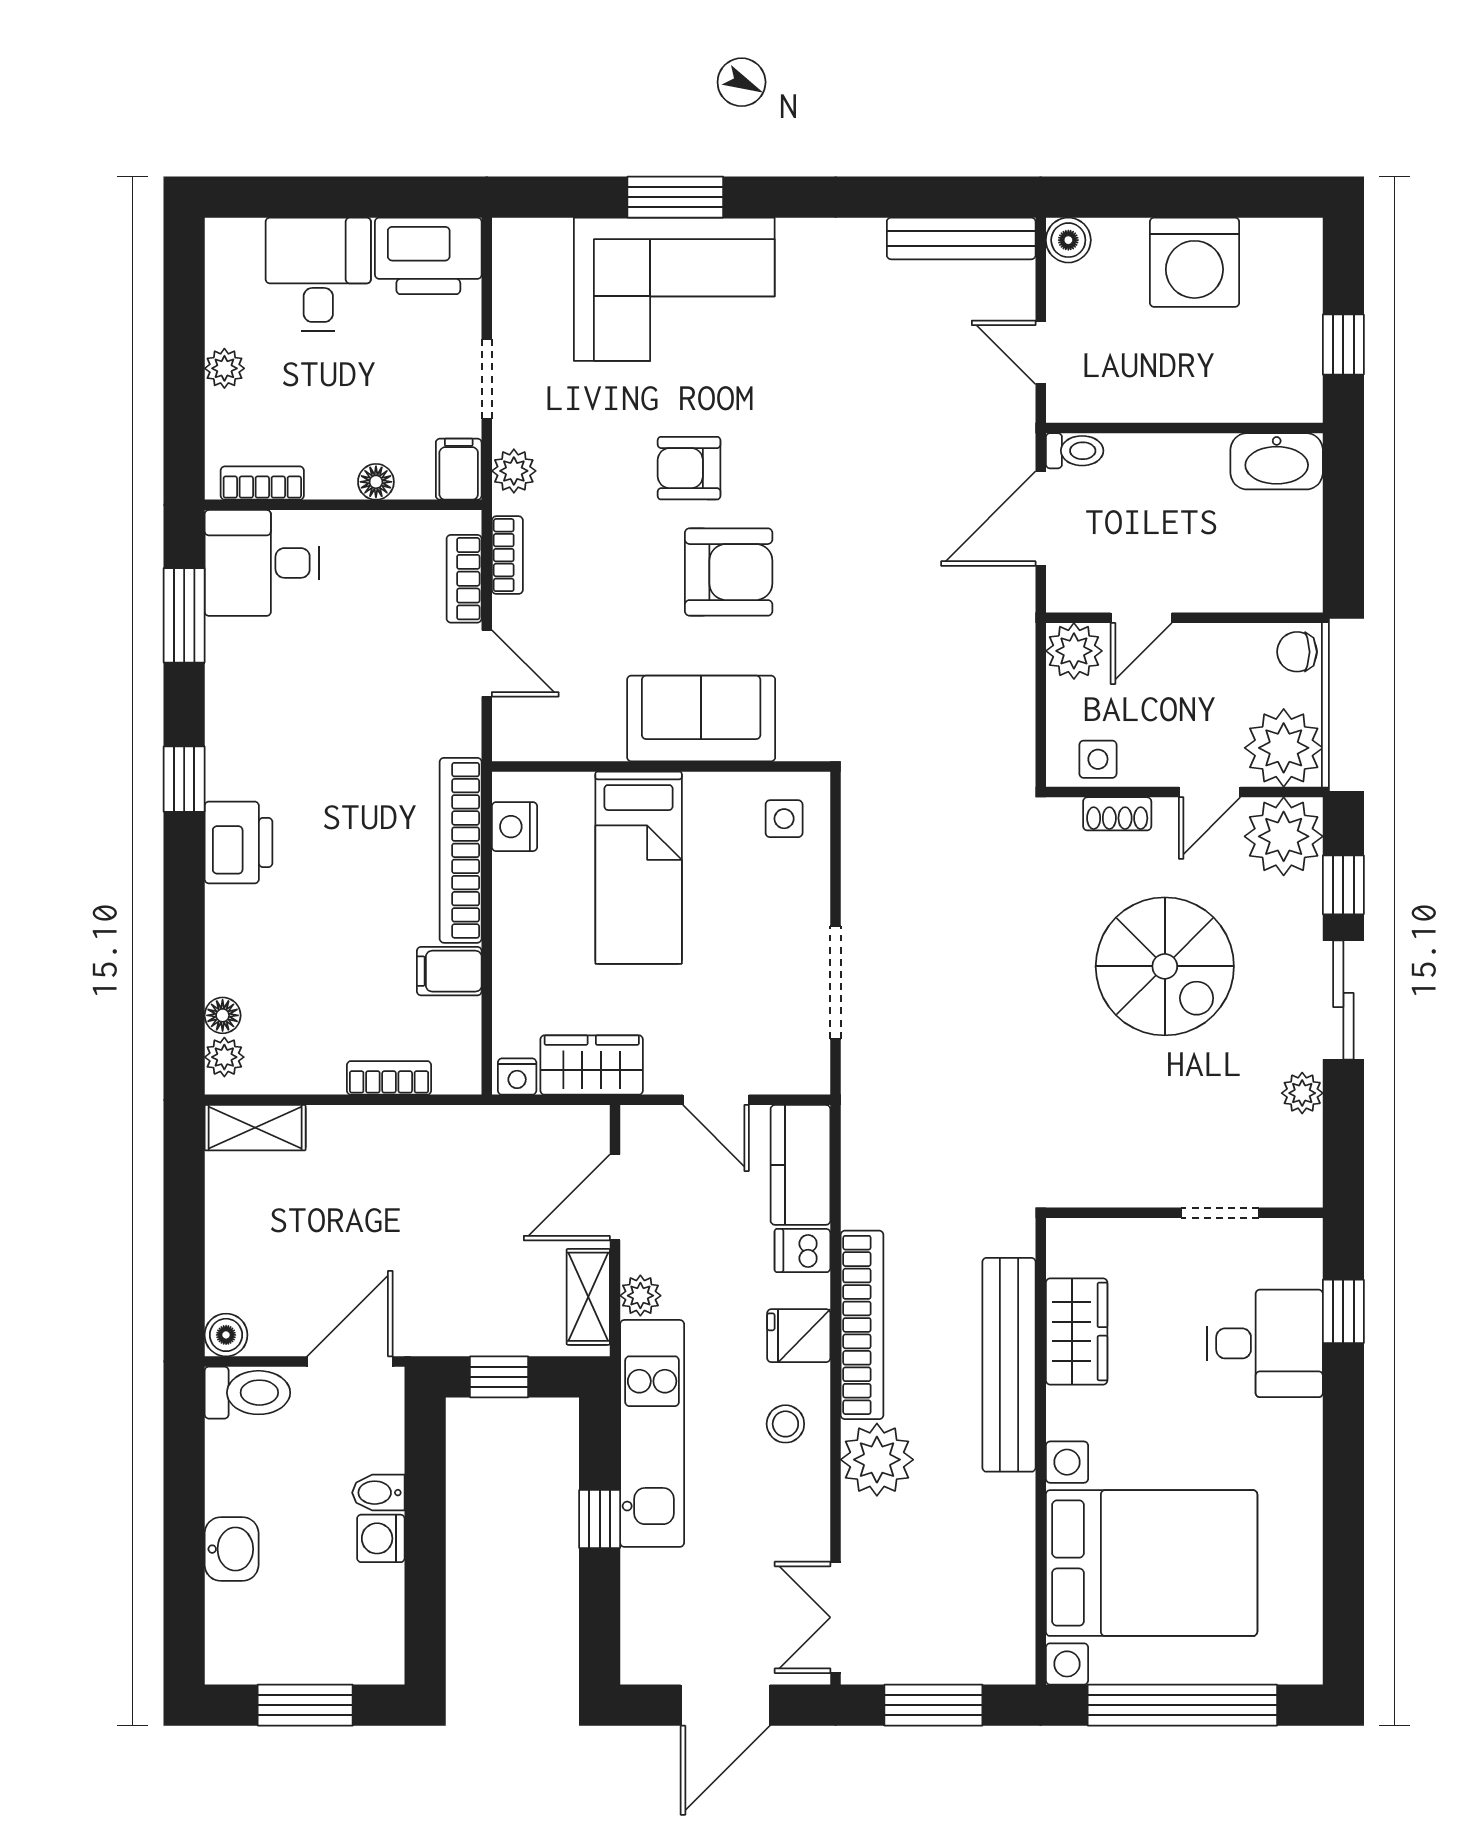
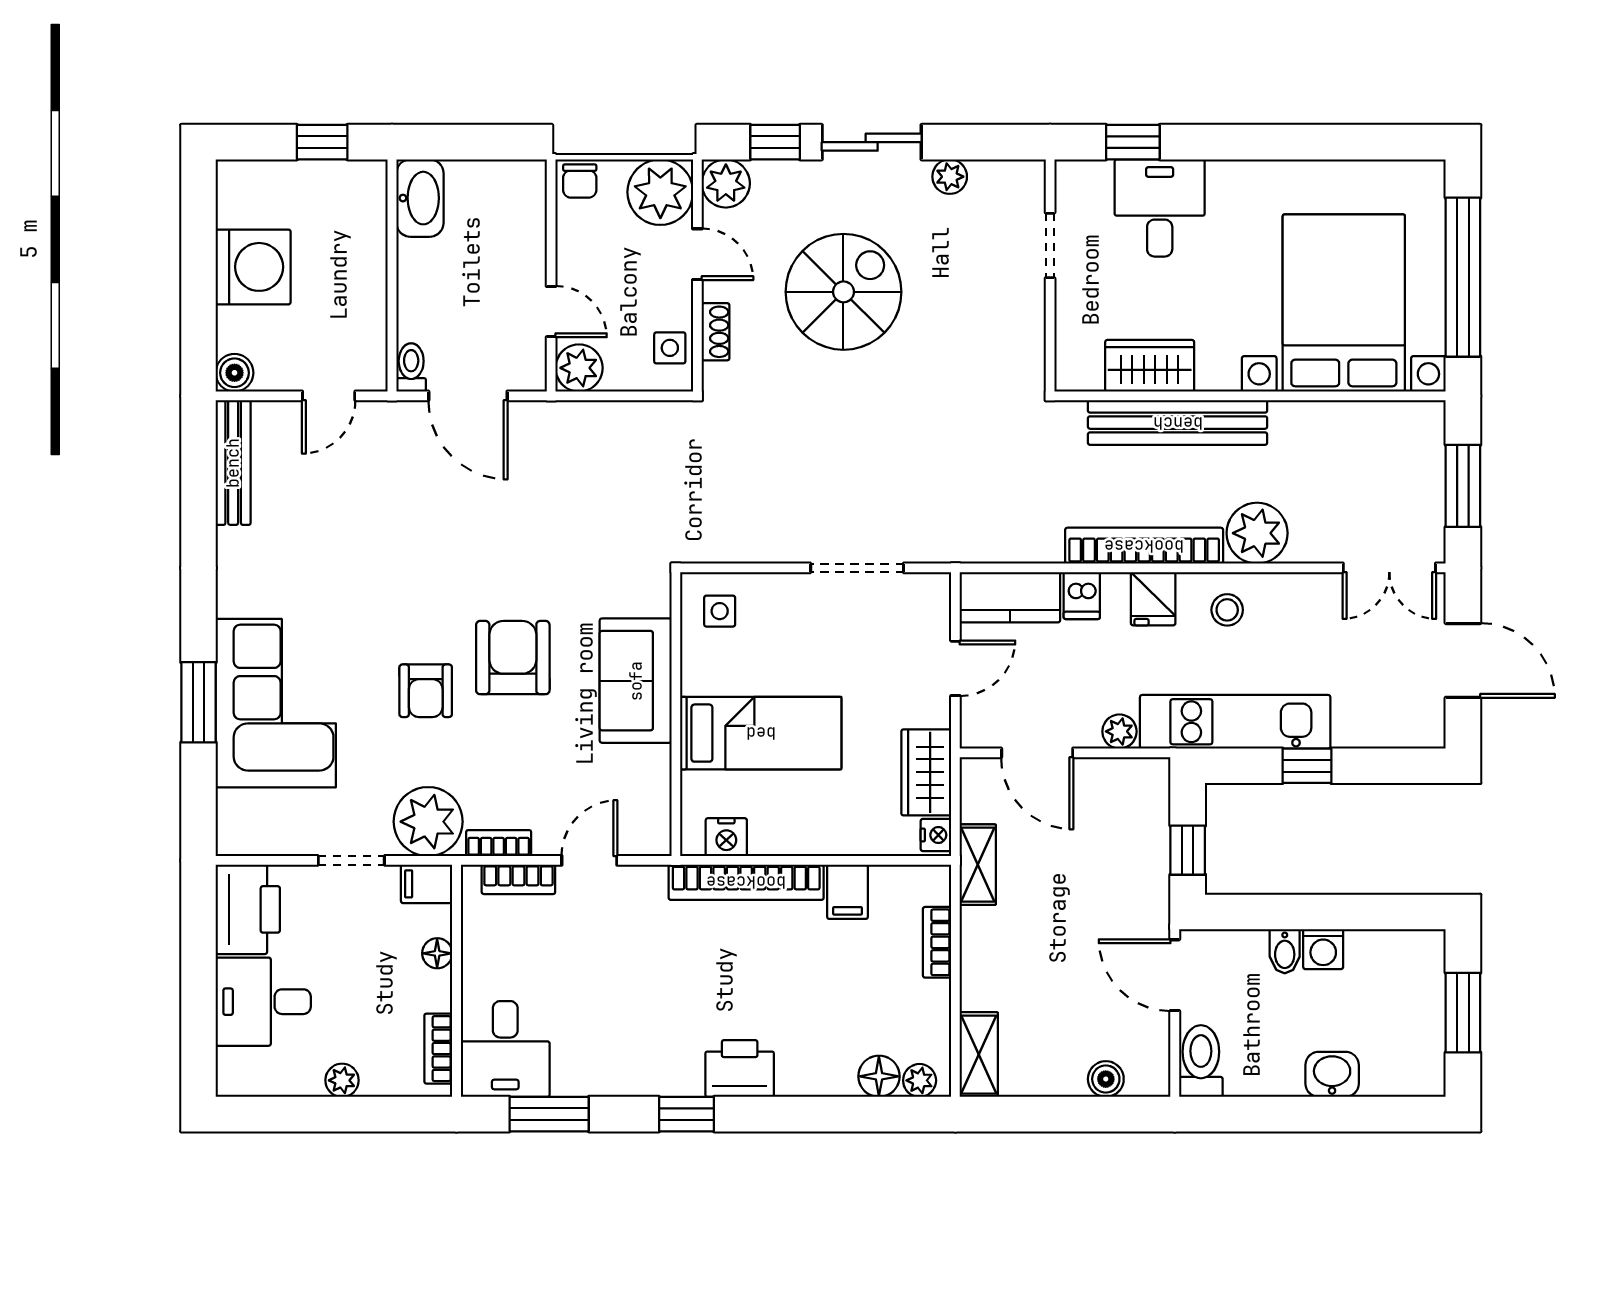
plant: (514, 471) -> (428, 822), width x1.87, depth x1.87
plant: (1284, 836) -> (726, 183), width x0.73, depth x0.73
floor lamp: (223, 1015) -> (879, 1076), width x1.37, depth x1.37
shelving: (588, 1297) -> (978, 865), moved, turned 90
boiler: (226, 1335) -> (1106, 1079), moved

